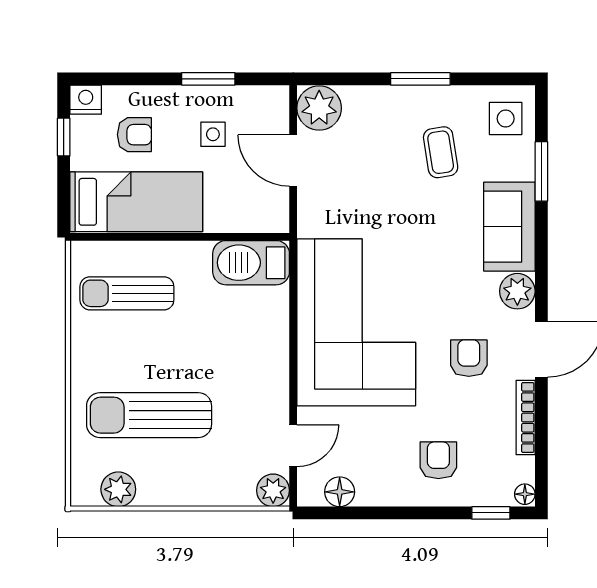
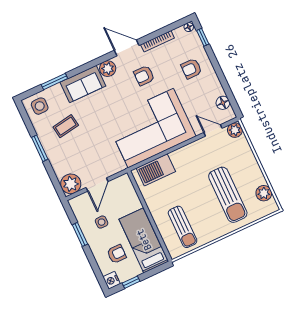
armchair: (134, 135) -> (117, 254), turned 90
barbecue: (251, 263) -> (156, 170), moved, turned 90

